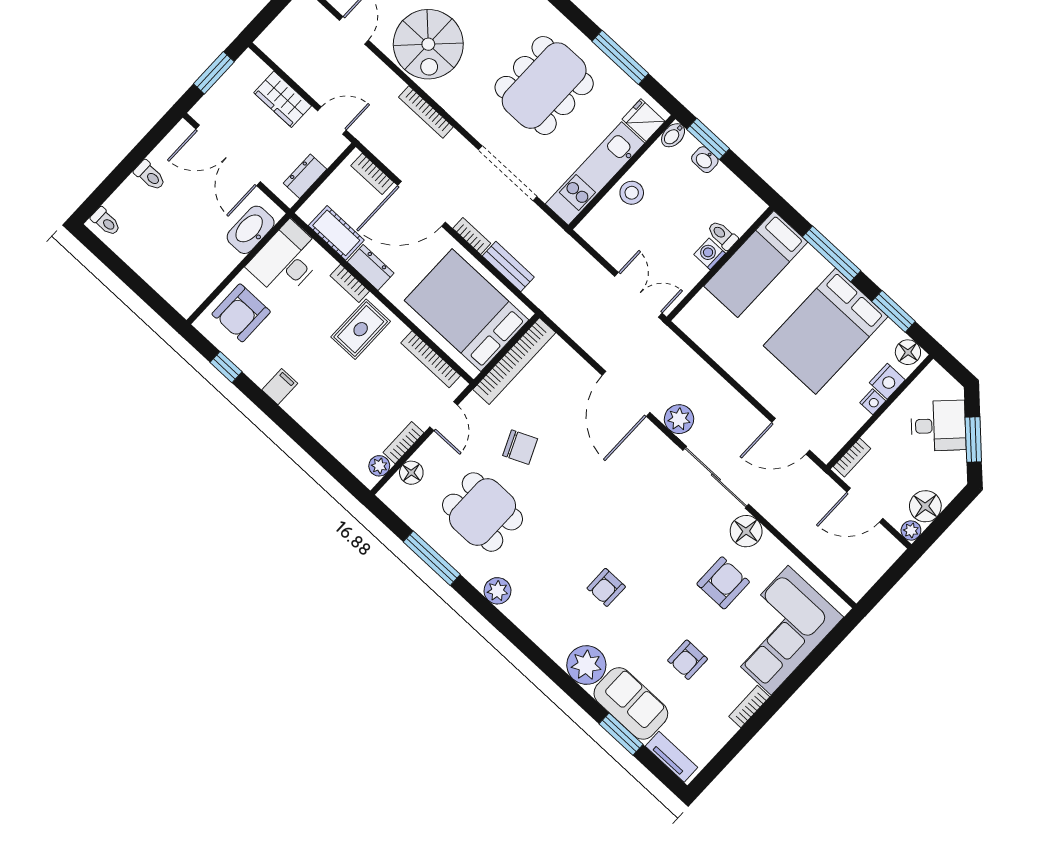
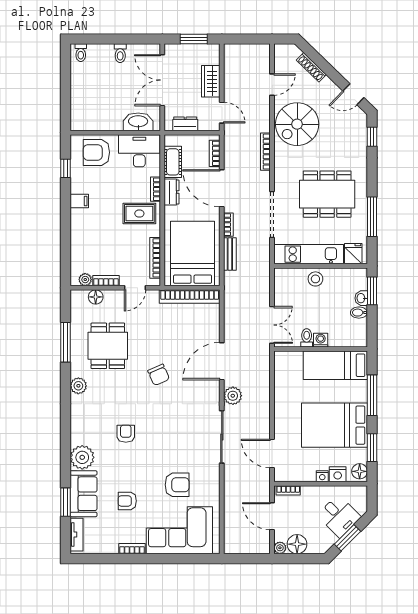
bidet: (673, 135) -> (359, 313), moved
toilet: (722, 235) -> (307, 338), moved
chair: (520, 447) -> (159, 375), moved
floor lamp: (746, 531) -> (210, 473), removed
armchair: (606, 587) -> (126, 434), turned 90

